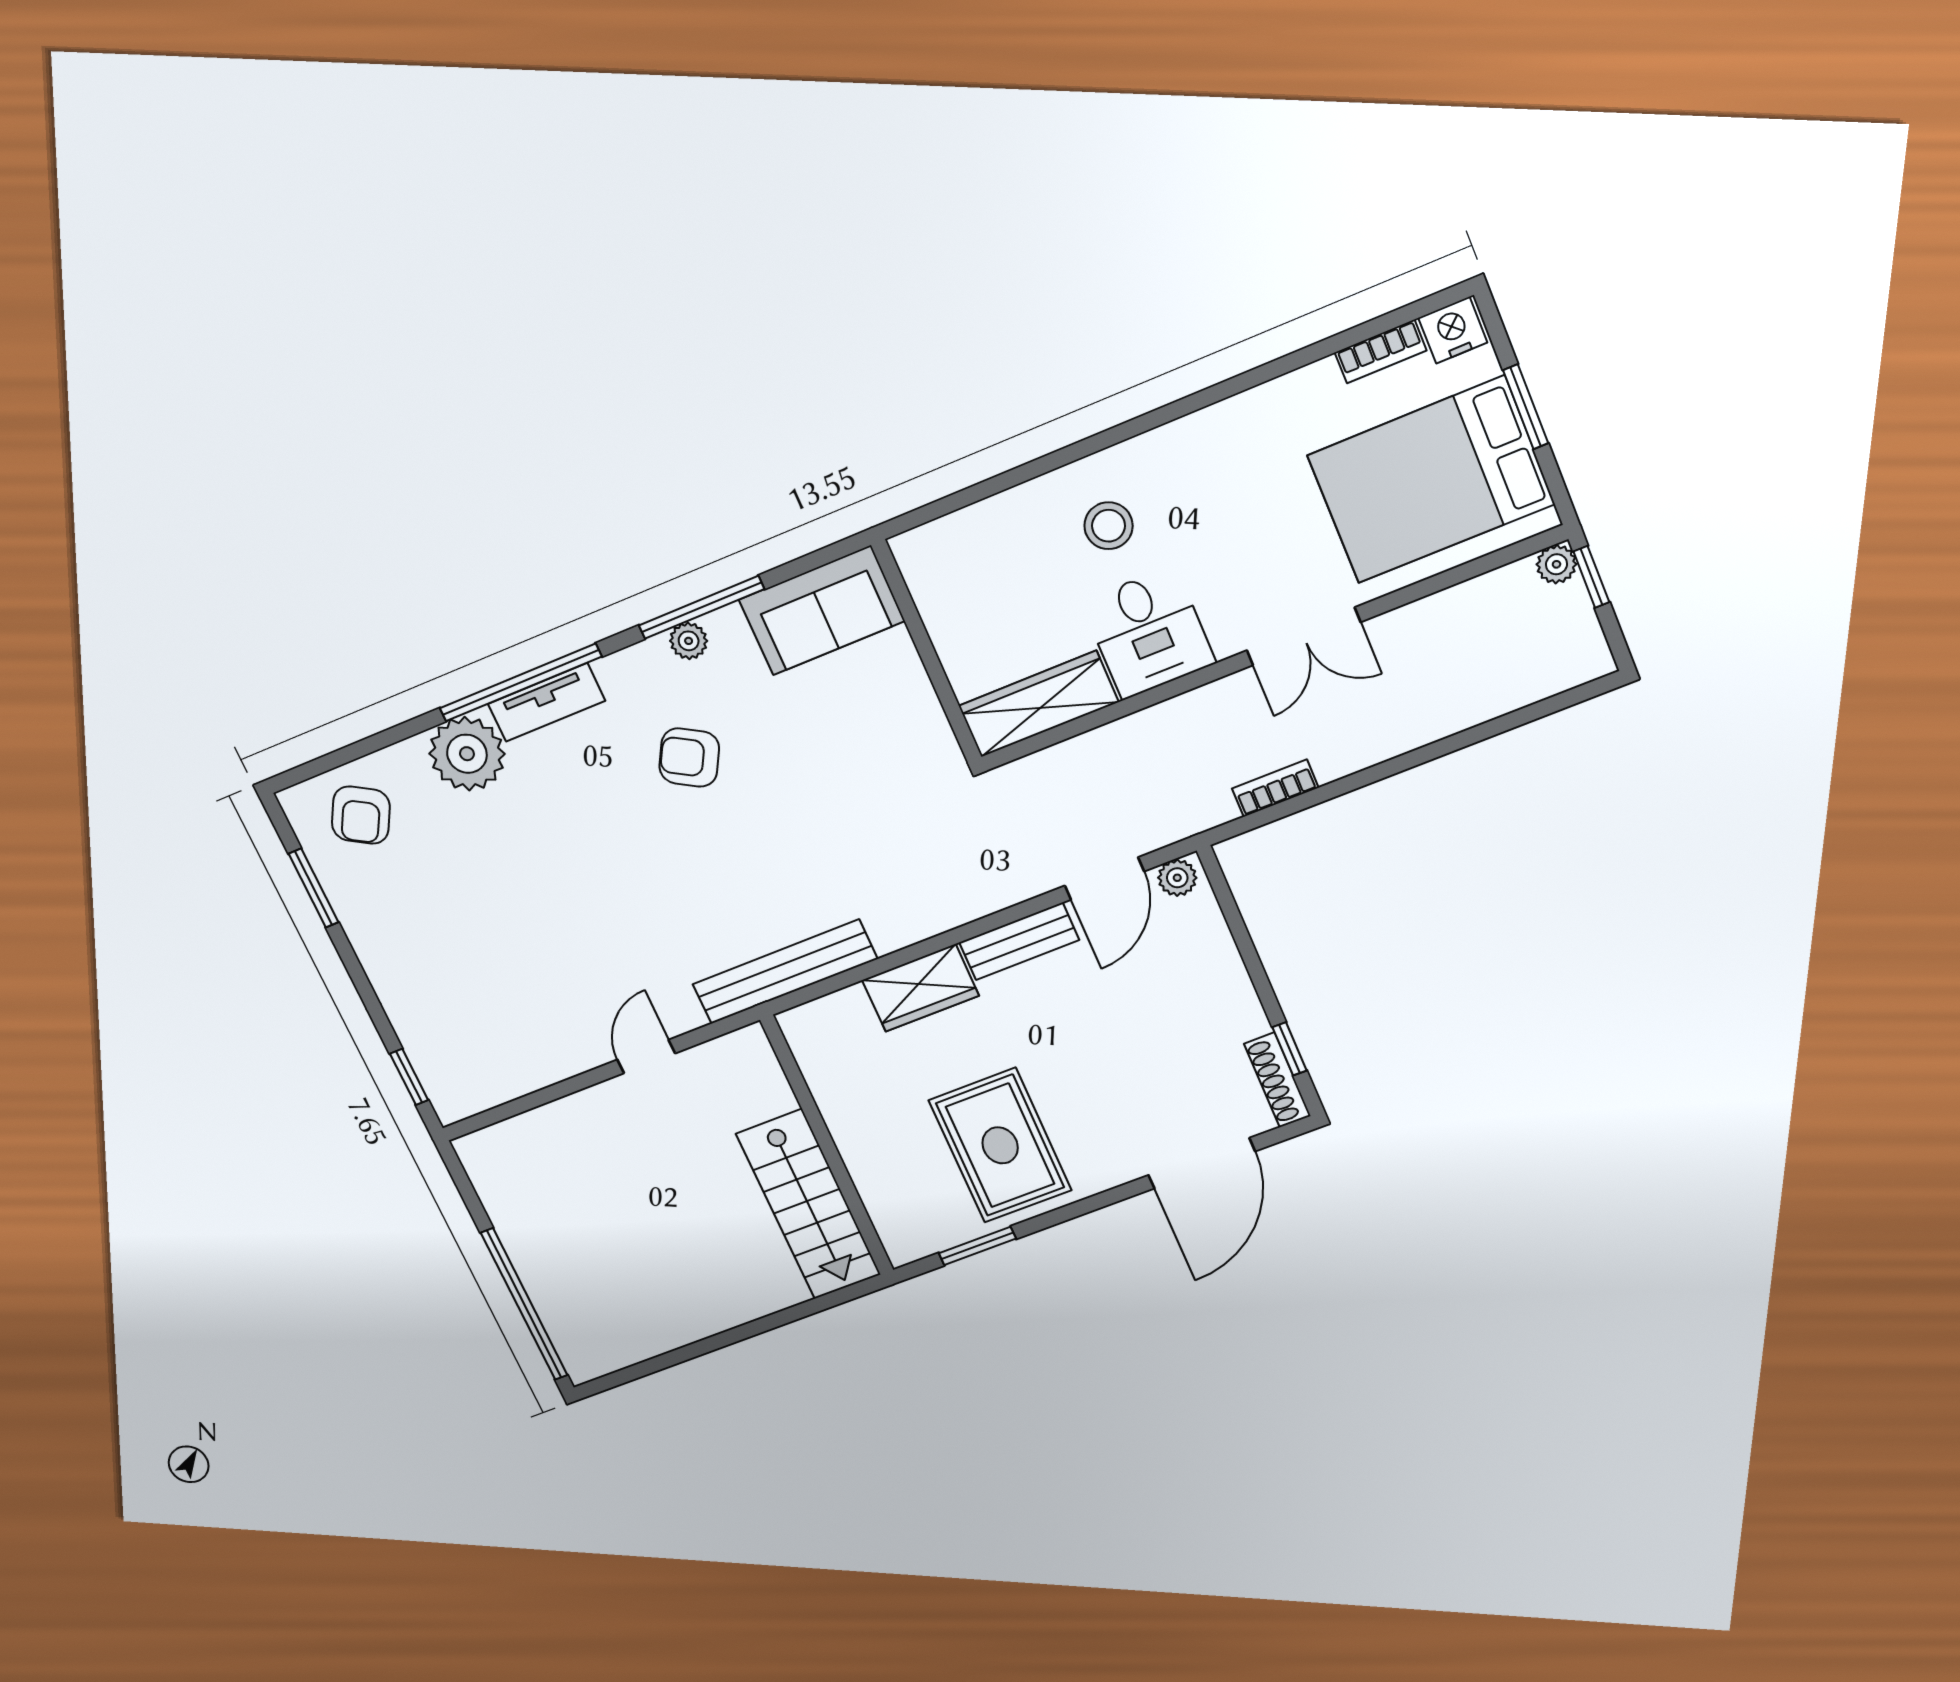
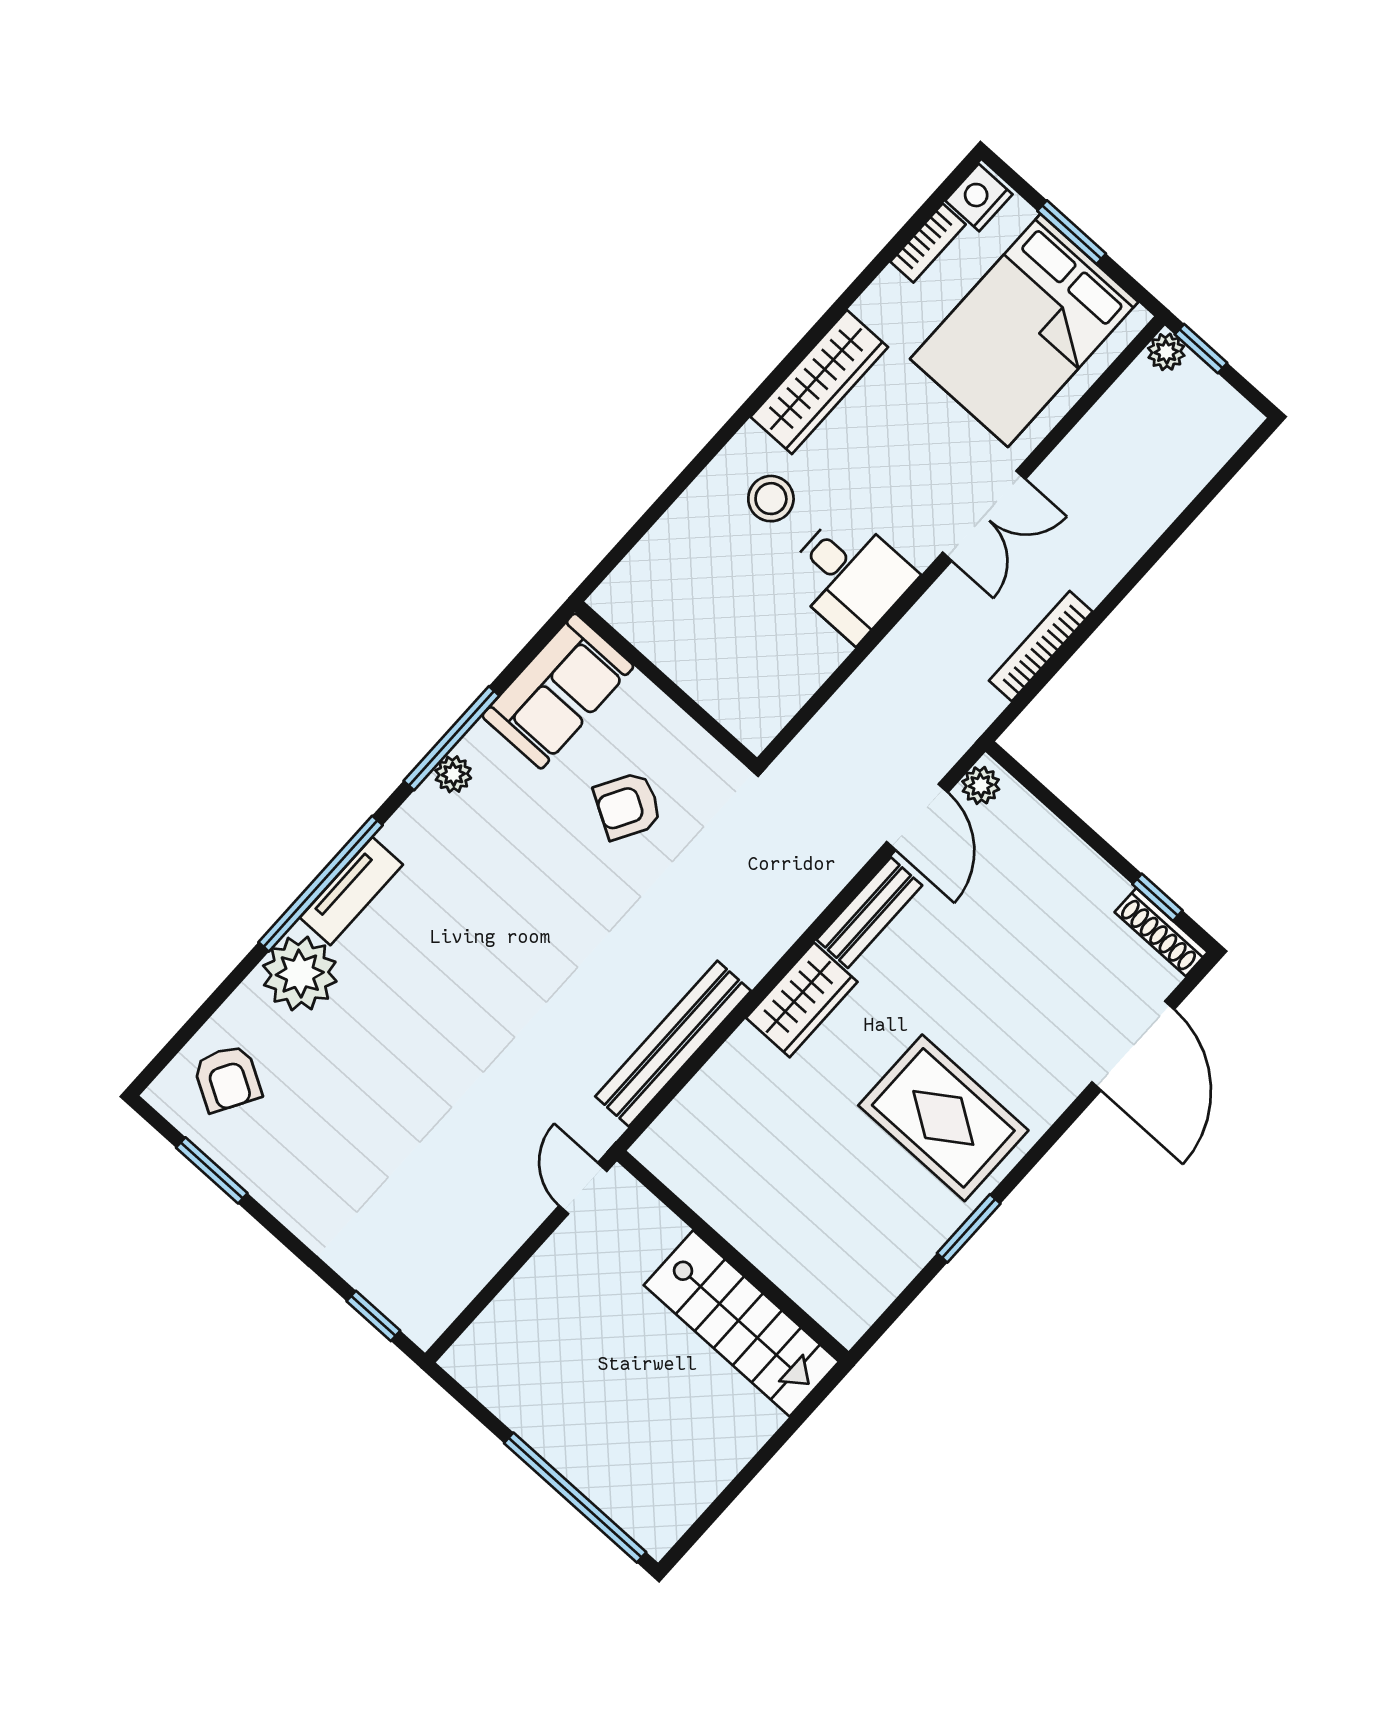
wardrobe: (1039, 704) -> (819, 382), moved, turned 180
armchair: (689, 757) -> (628, 806), moved
bookcase: (1275, 788) -> (1041, 646), width x1.56
wall: (827, 1146) -> (733, 1256), moved
stairs: (808, 1205) -> (741, 1323), moved

